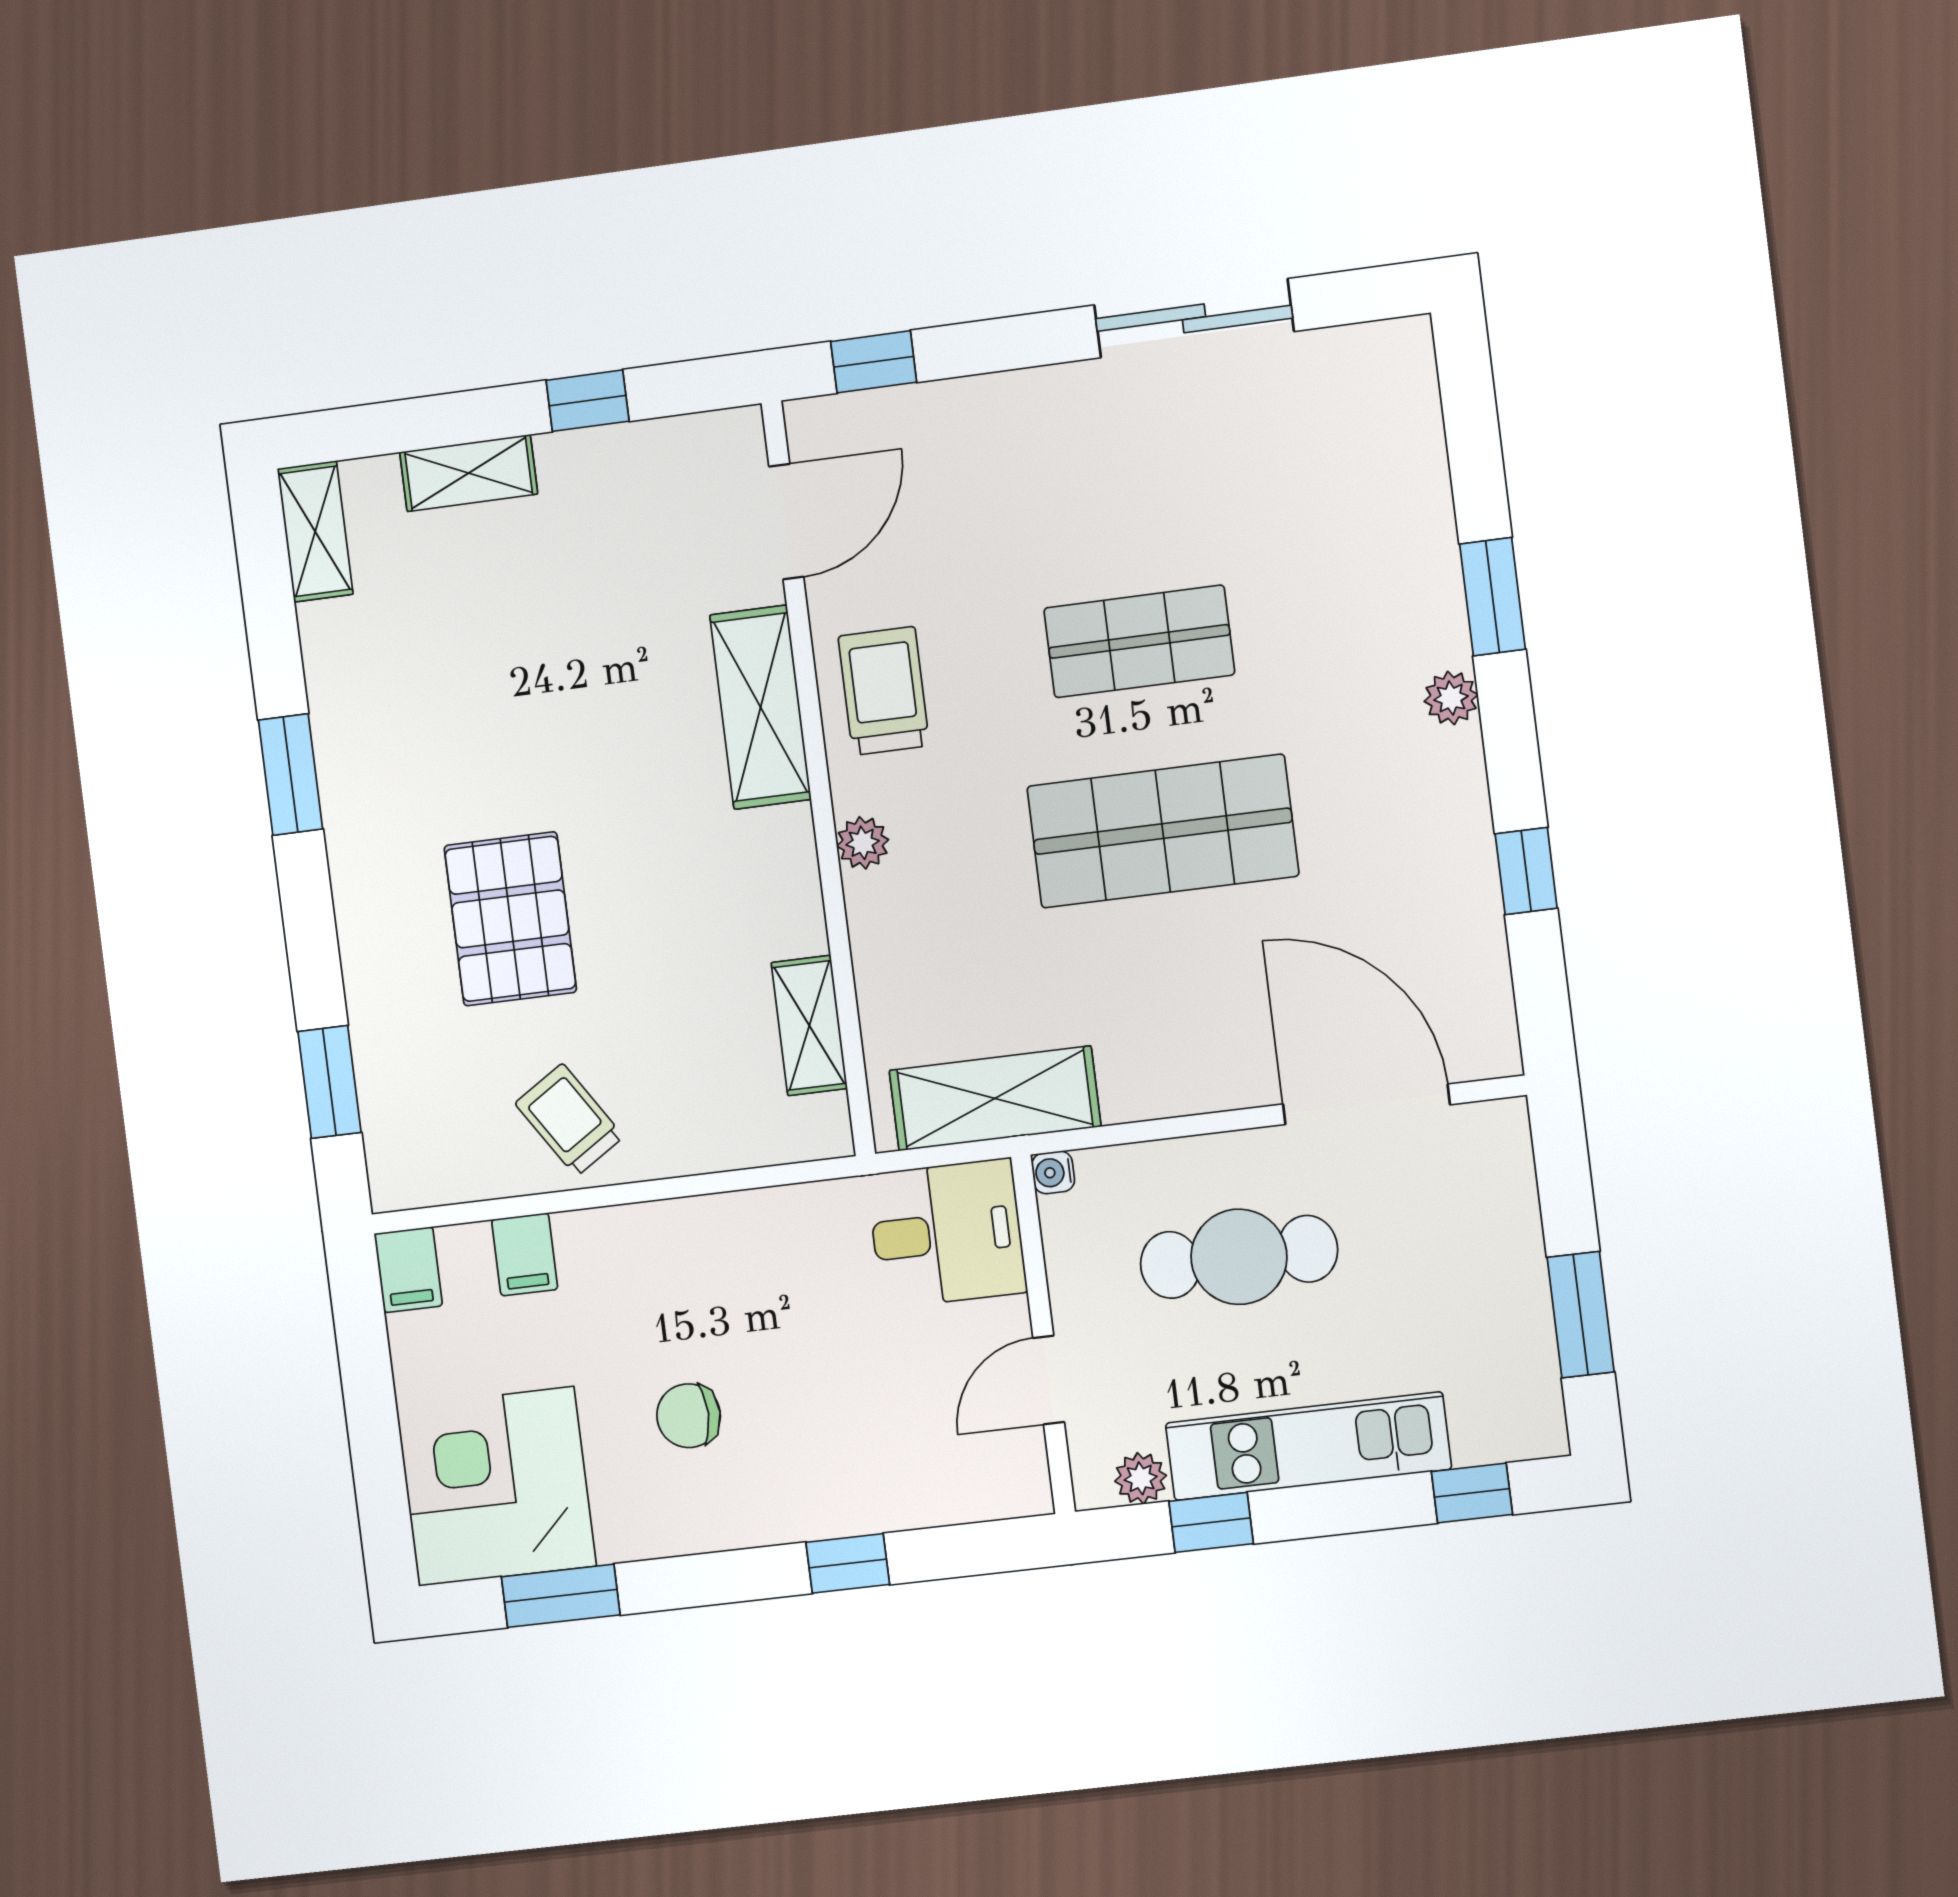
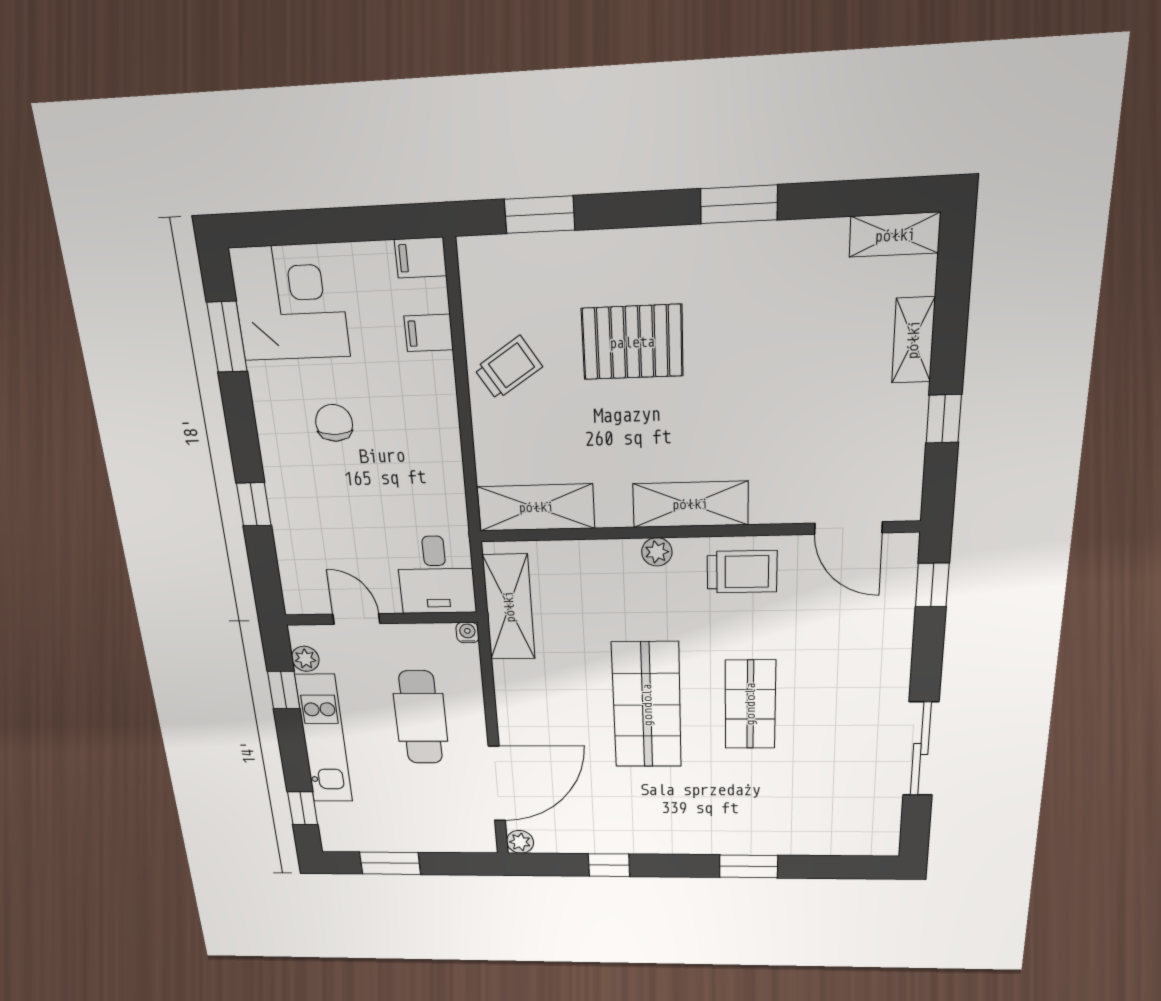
plant: (1451, 698) -> (520, 842), moved
shelving: (761, 707) -> (690, 504), moved
shelving: (809, 1025) -> (536, 507), width x1.50, depth x1.33

